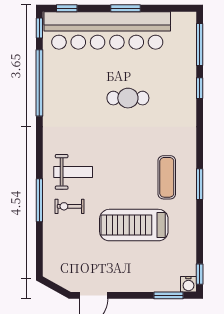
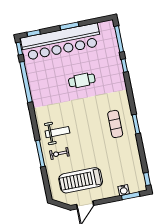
treadmill: (134, 225) -> (81, 180), moved
water cooler: (188, 284) -> (124, 190), moved

